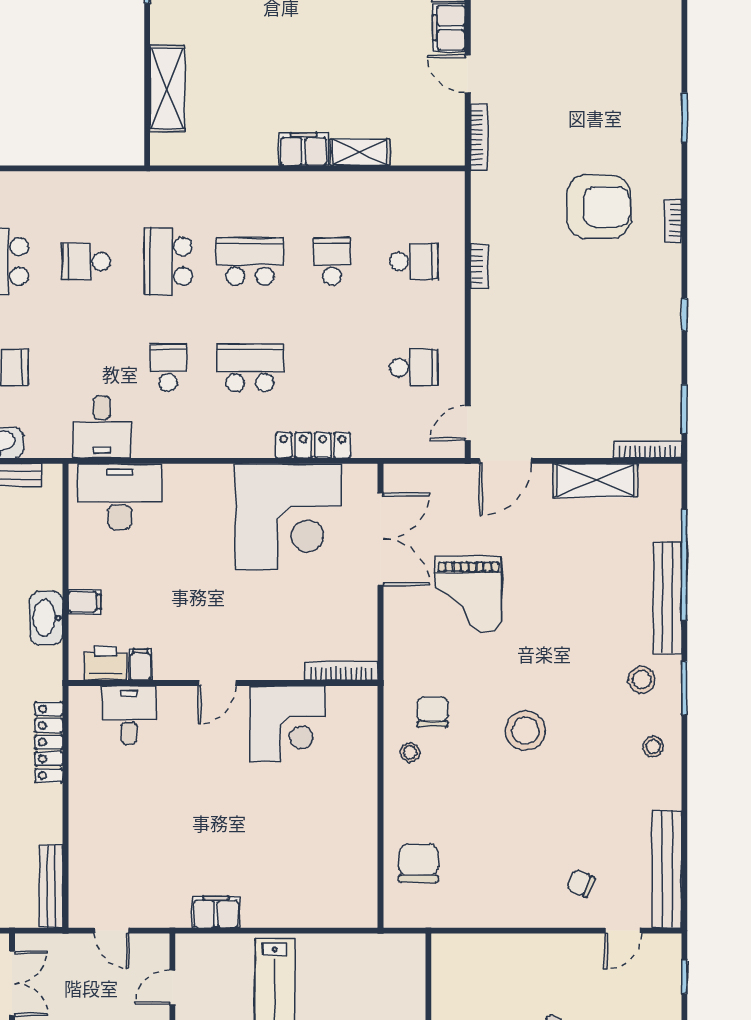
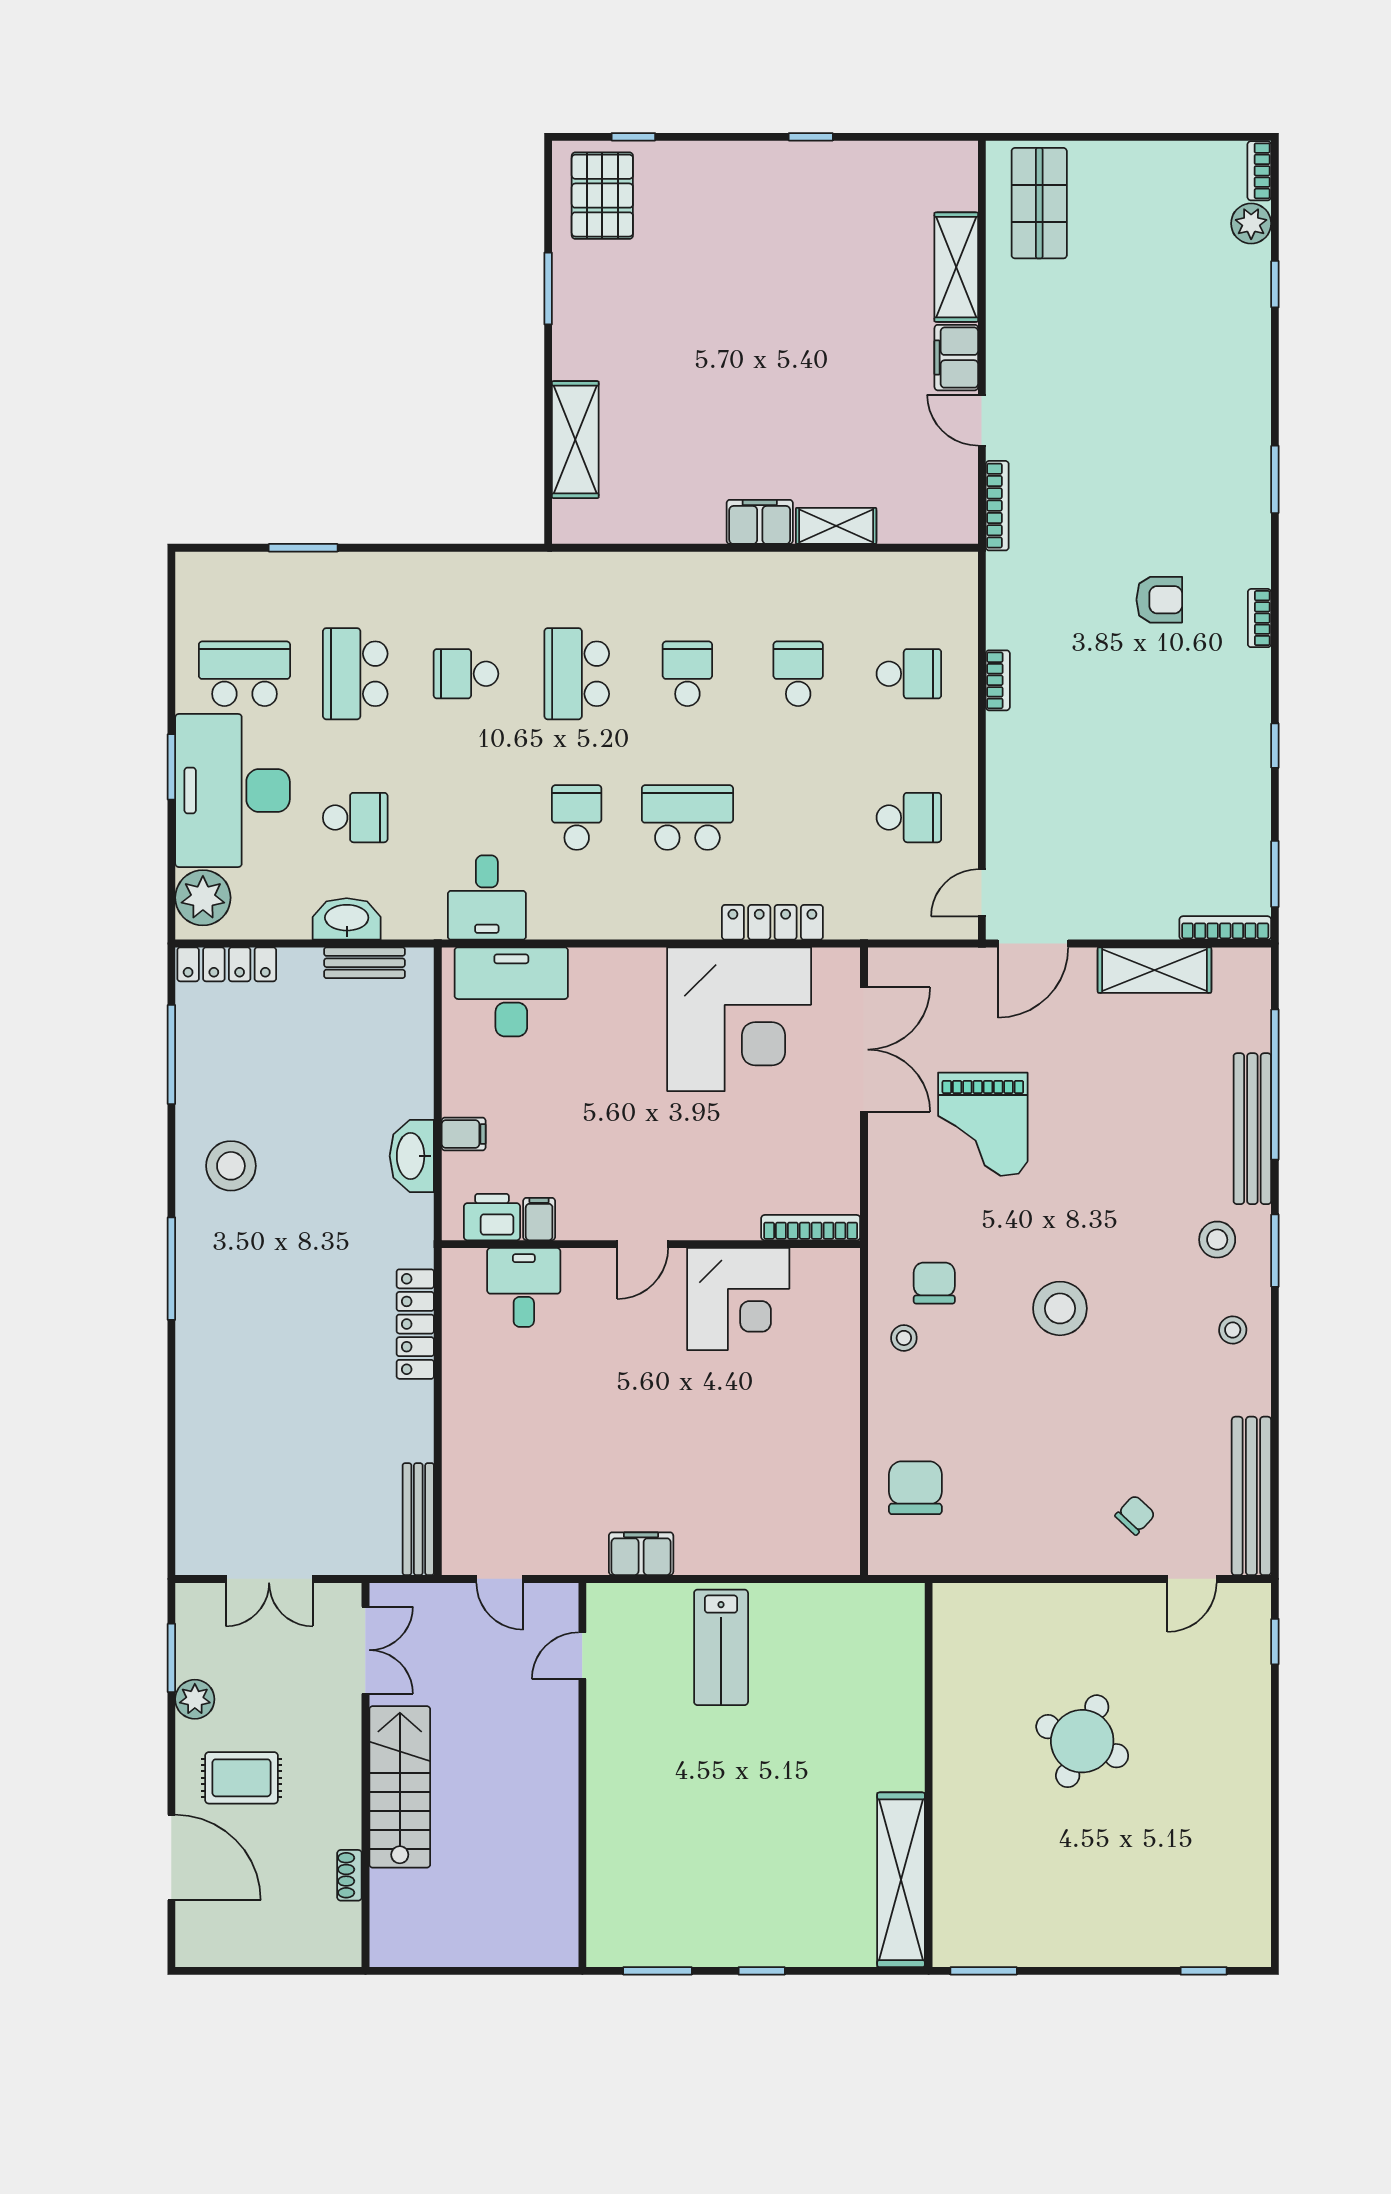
armchair: (599, 207) -> (1159, 600), width x0.53, depth x0.53
school desk: (250, 261) -> (687, 674), width x0.54
chair: (581, 883) -> (1135, 1515), turned 110

